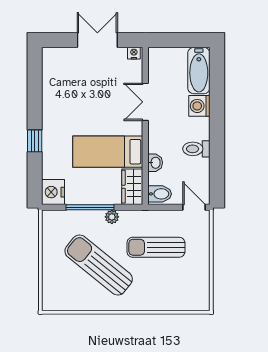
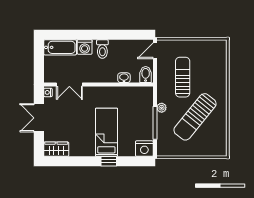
double door: (145, 102) -> (69, 85), moved
toilet: (196, 149) -> (102, 49), moved
bed: (108, 152) -> (106, 132), moved, turned 180
wardrobe: (132, 187) -> (56, 149), moved, turned 180
sun lounger: (156, 247) -> (183, 77), turned 180

